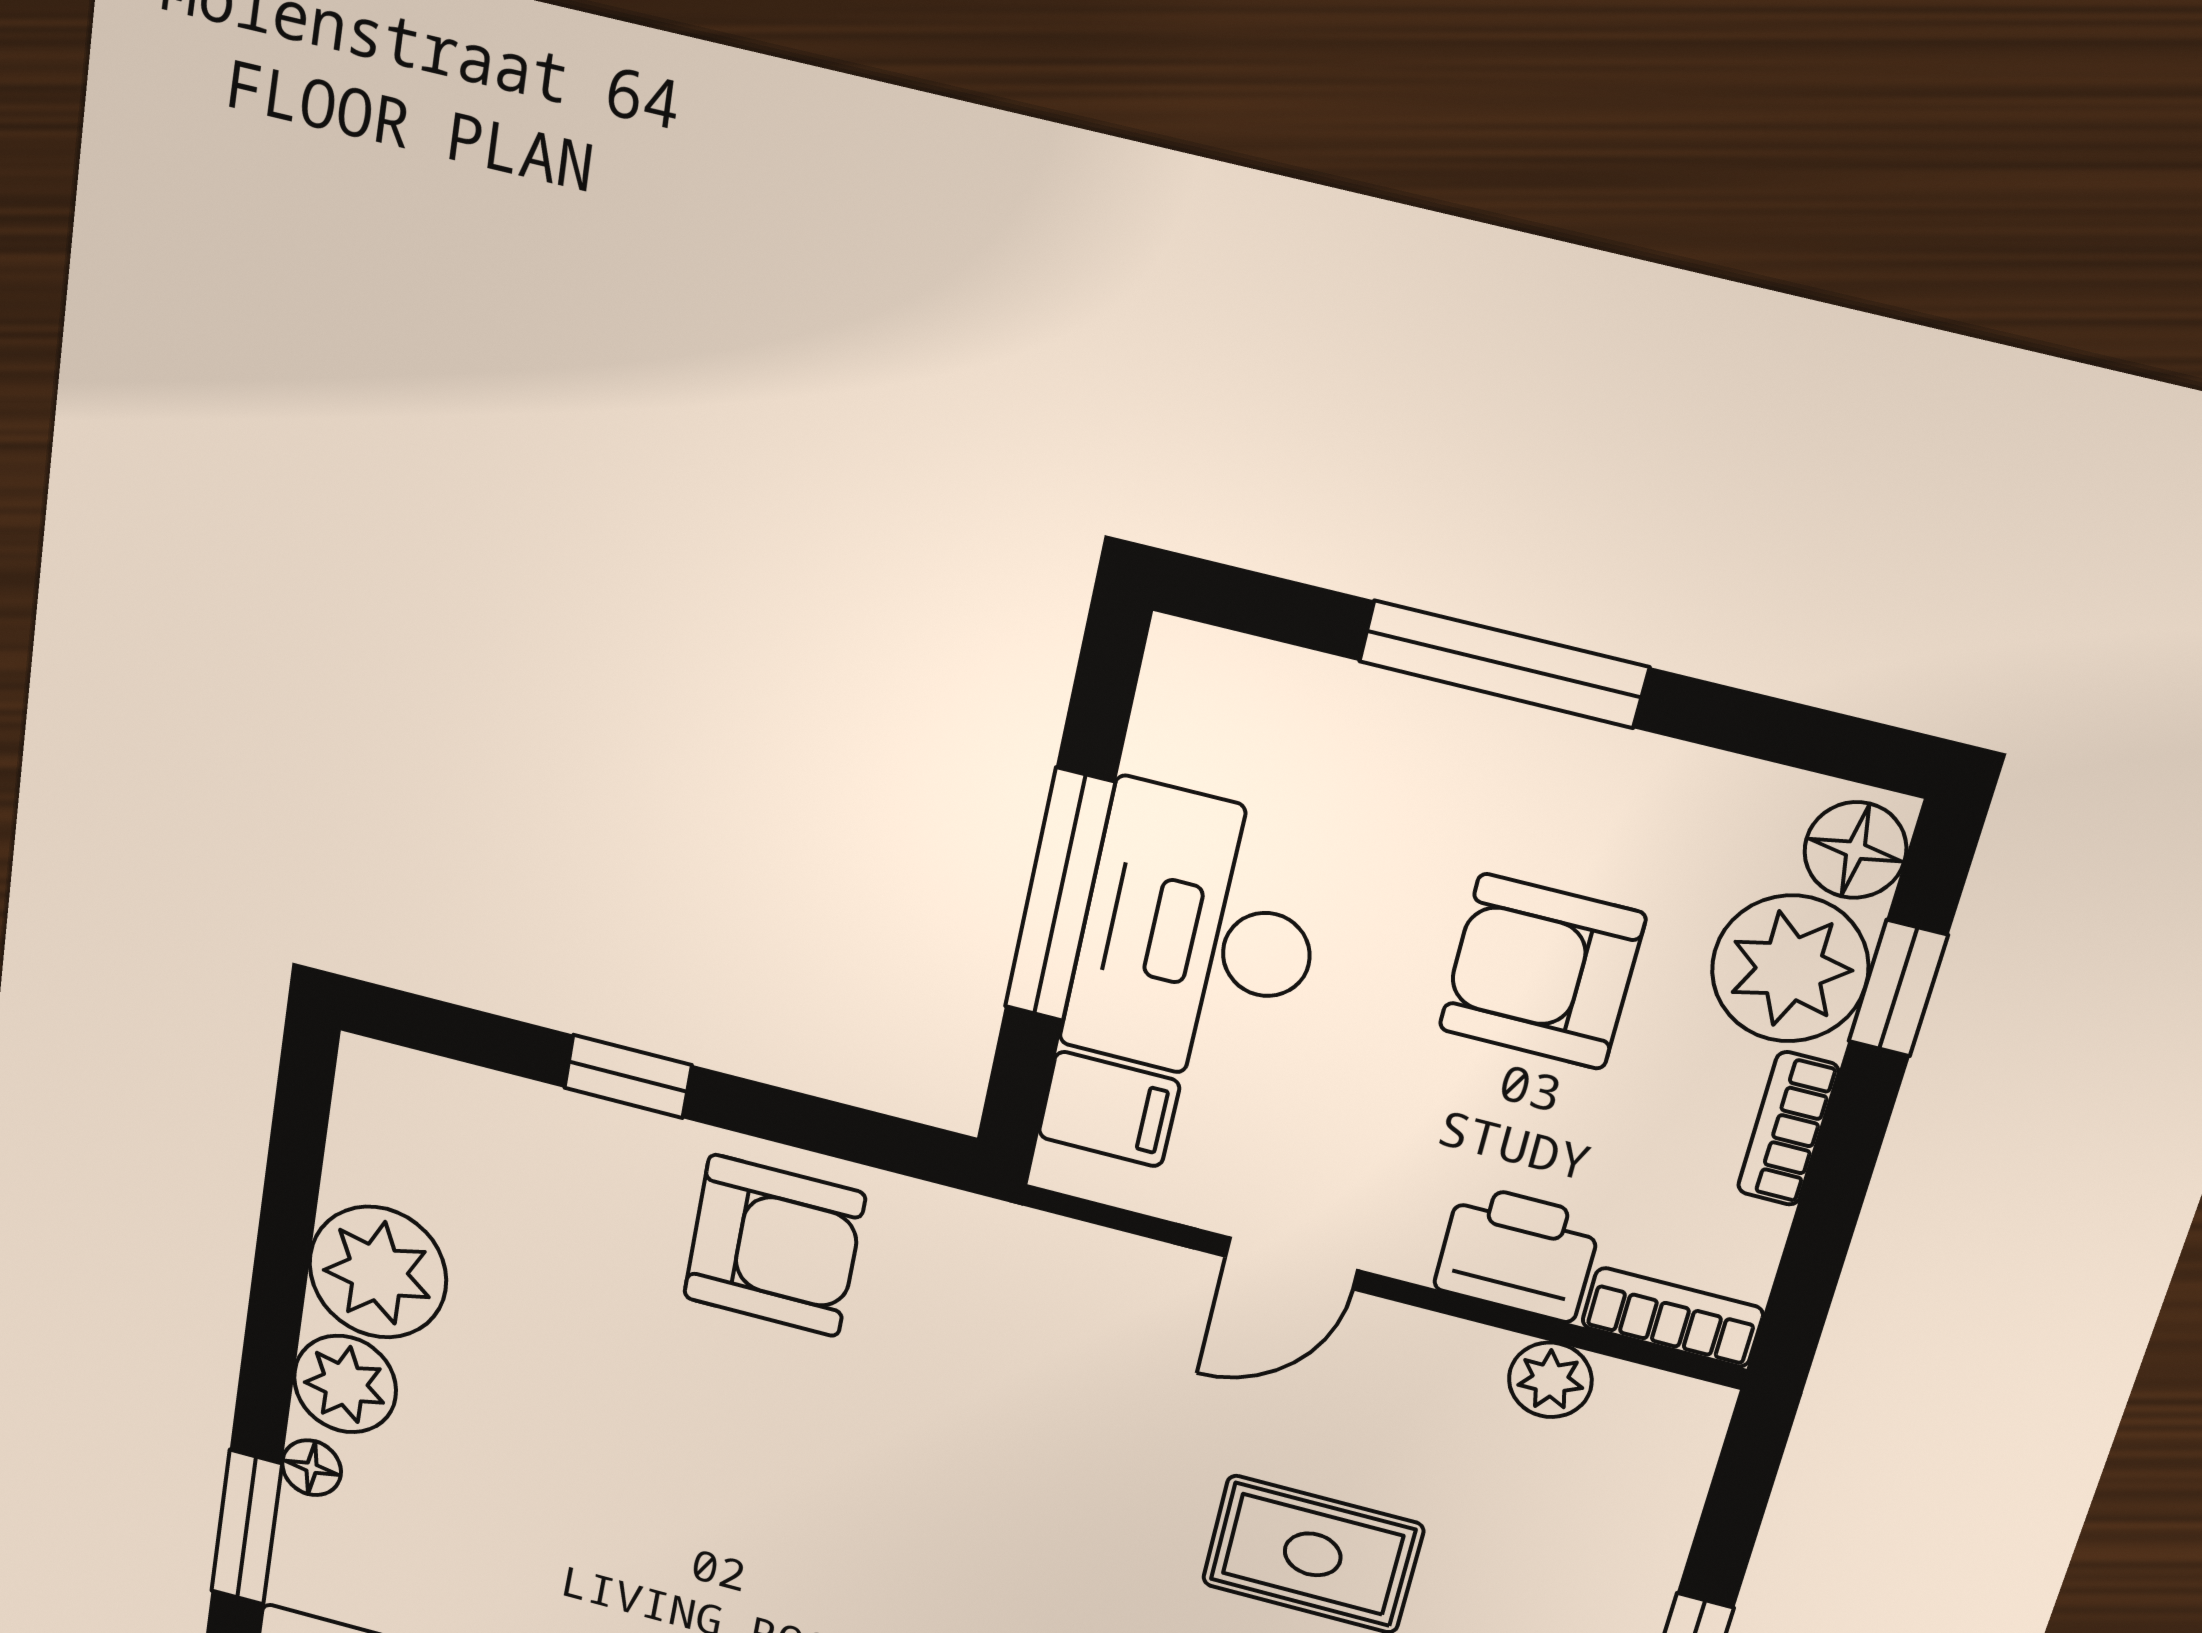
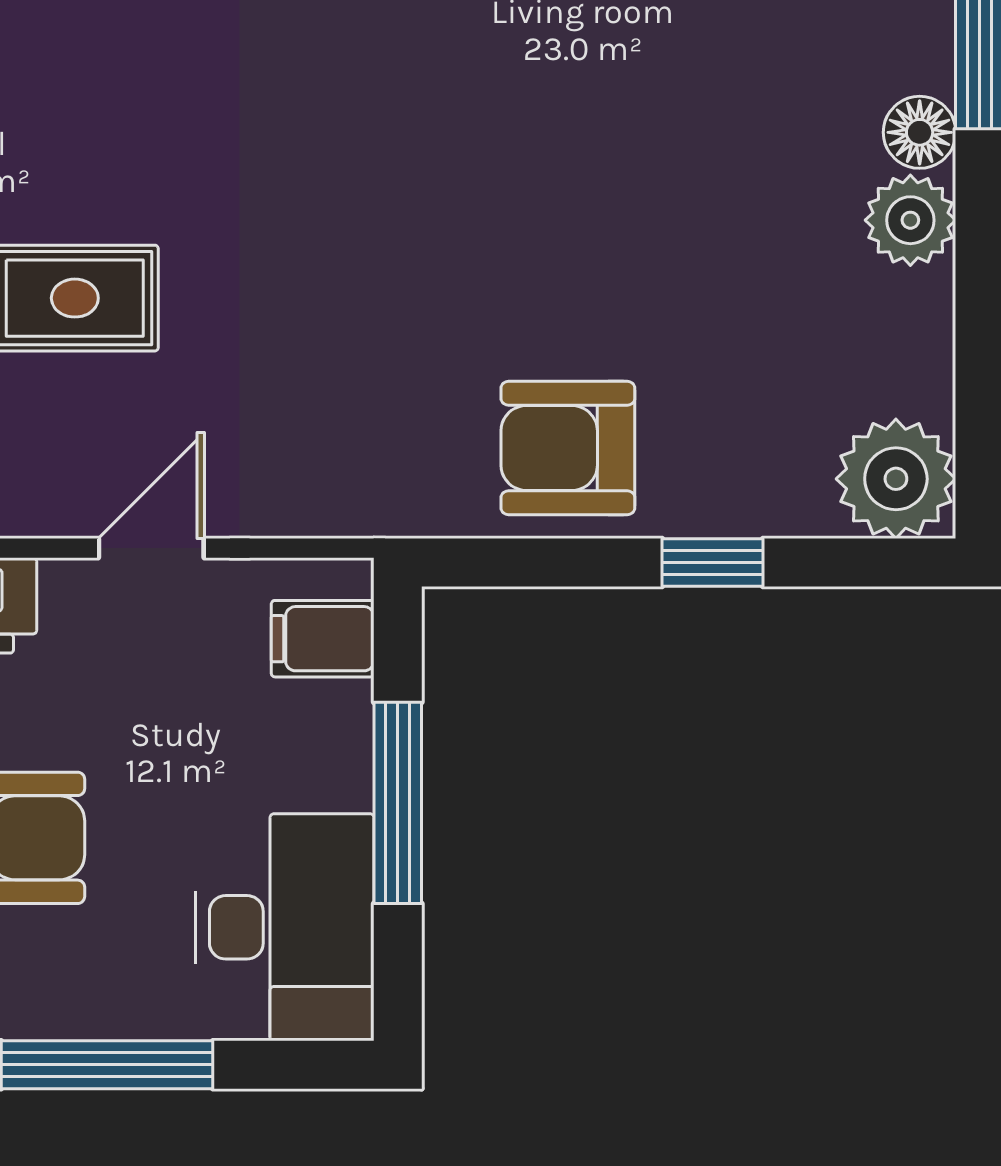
desk: (1198, 937) -> (285, 927), moved
plant: (378, 1272) -> (896, 479), moved
floor lamp: (312, 1468) -> (920, 132), width x1.37, depth x1.37

